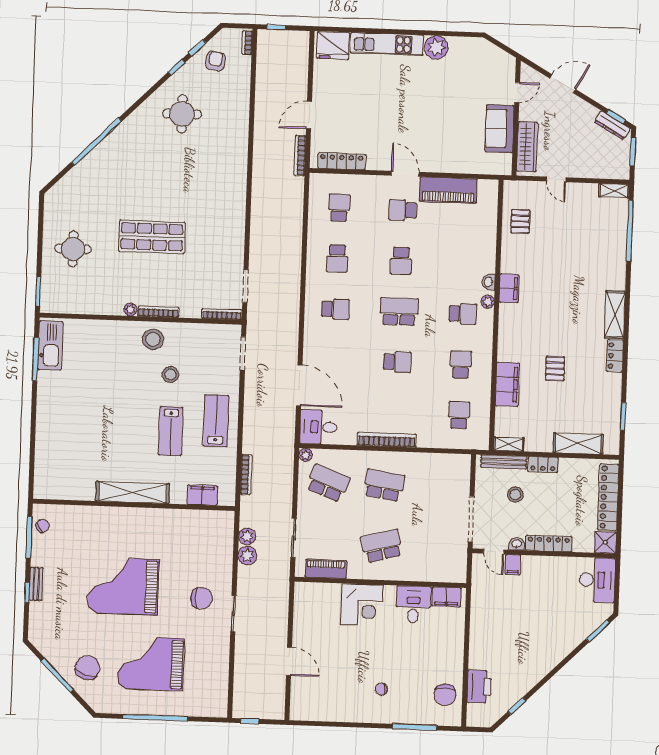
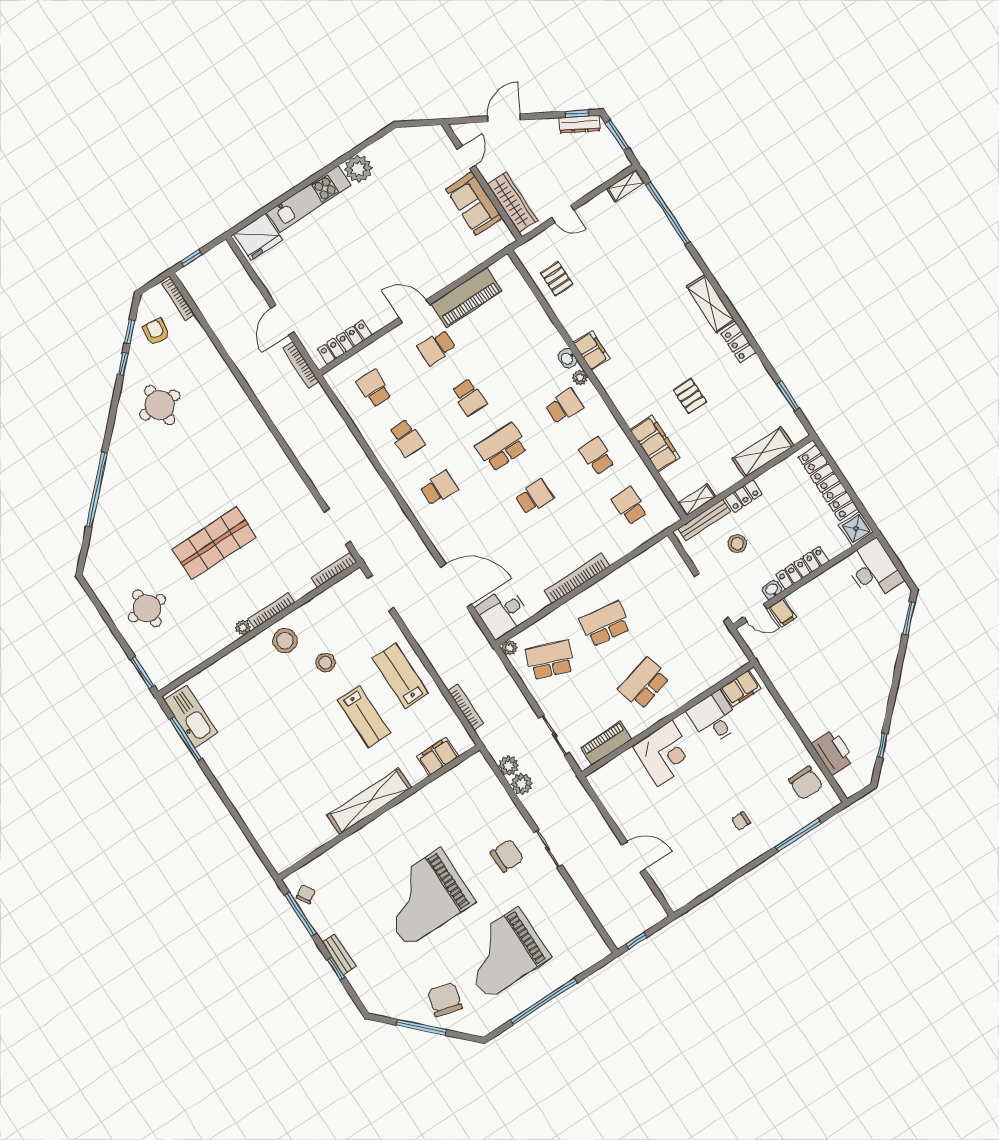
bookcase: (247, 43) -> (178, 299), width x1.56

